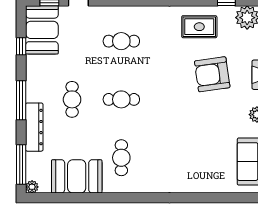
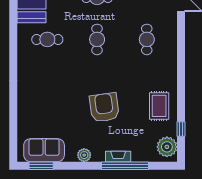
armchair: (212, 74) -> (104, 107), moved

